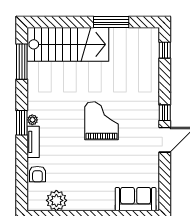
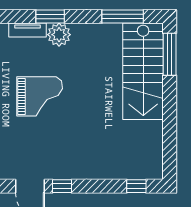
window: (111, 22) -> (170, 54), moved
plant: (32, 120) -> (59, 35), width x1.87, depth x1.87
grand piano: (102, 121) -> (40, 96), moved

